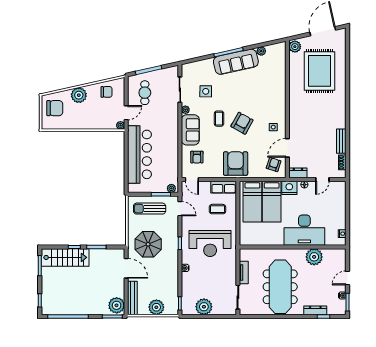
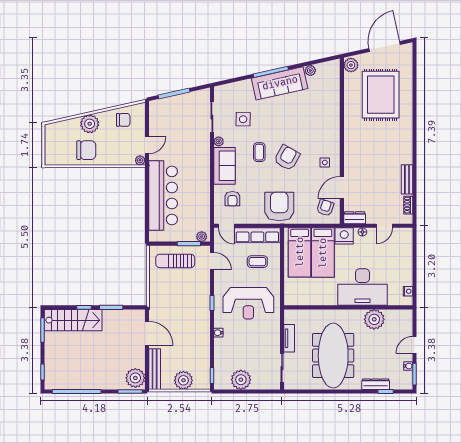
cafe table: (145, 93) -> (169, 121), removed
chair: (55, 108) -> (86, 150), moved
row of seats: (224, 187) -> (257, 235), width x1.48
parasol: (148, 244) -> (173, 304), removed

